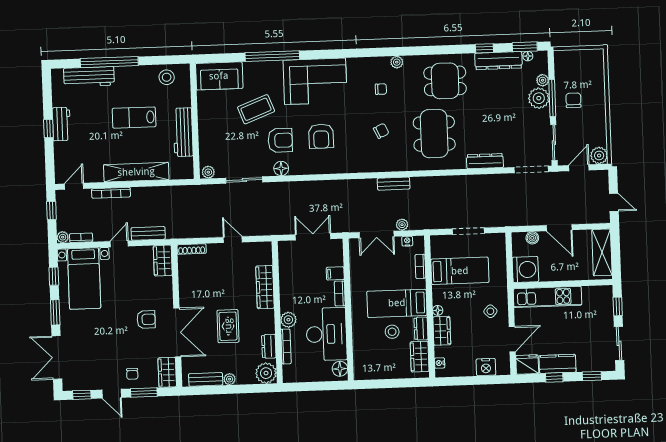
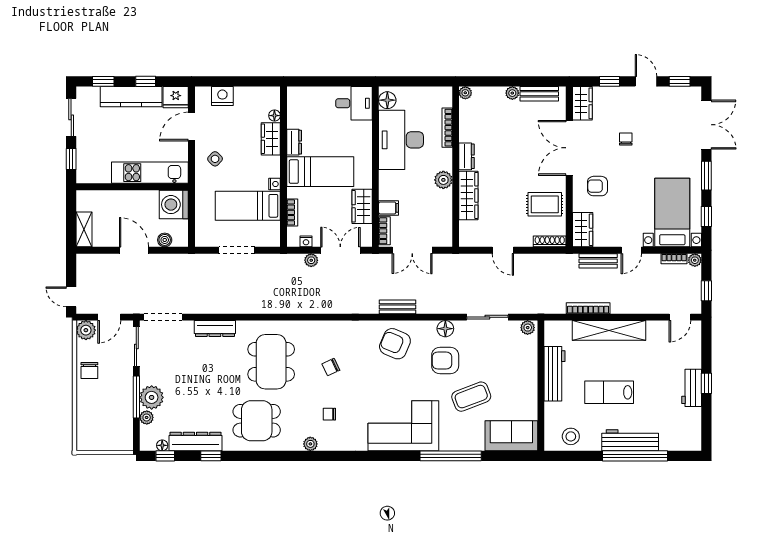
window: (525, 47) -> (165, 456), width x0.67
workbench: (89, 77) -> (630, 440), moved
chair: (573, 100) -> (89, 371), moved
lab bench: (134, 118) -> (609, 392), turned 180
armchair: (321, 136) -> (395, 344), moved, turned -67
bench: (394, 184) -> (398, 307), moved
bookcase: (111, 193) -> (588, 308), moved
door: (614, 202) -> (71, 297), moved
shelving: (602, 252) -> (84, 229), width x0.67, depth x0.75
bookcase: (340, 294) -> (384, 231), moved
floor lamp: (438, 310) -> (274, 116), moved
armchair: (146, 319) -> (597, 186), moved
plant: (288, 320) -> (443, 180), moved
rug: (228, 326) -> (545, 204), moved, turned 90
stool: (392, 332) -> (327, 140), removed
dresser: (269, 346) -> (467, 156), moved
wardrobe: (420, 357) -> (362, 206), moved, turned 180
nightstand: (440, 363) -> (275, 184), moved
kitchen counter: (558, 364) -> (131, 97), width x1.50
desk: (369, 365) -> (354, 103), added
plant: (266, 373) -> (465, 93), width x0.53, depth x0.53
chair: (132, 374) -> (626, 139), moved
window: (144, 393) -> (610, 81), width x0.67

